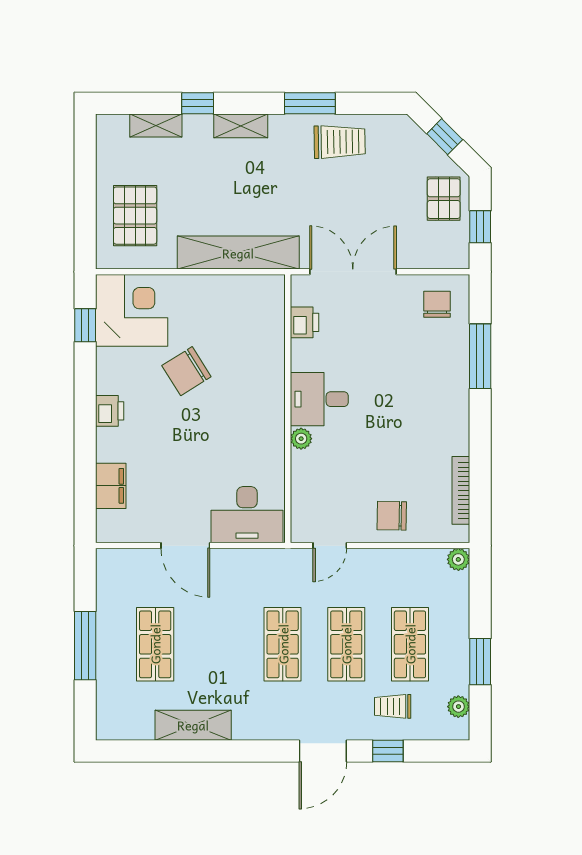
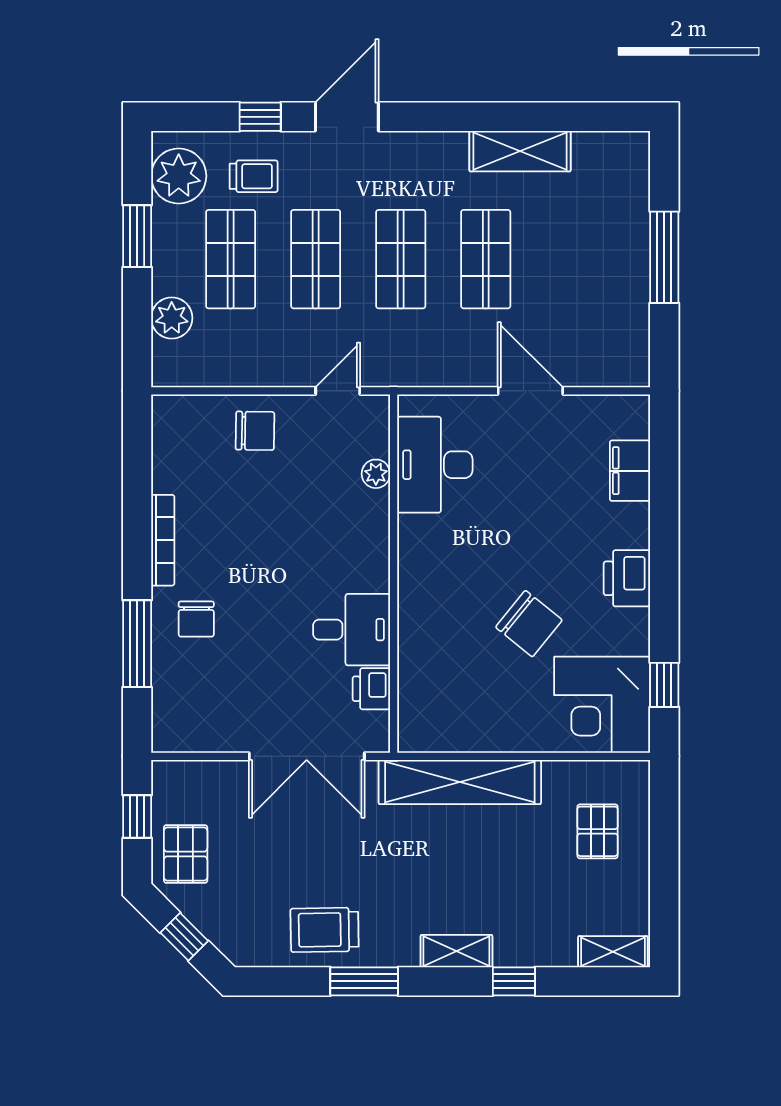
shelving: (156, 125) -> (613, 952), moved
pallet: (135, 216) -> (598, 831), width x0.67, depth x0.71
chair: (437, 304) -> (196, 619), moved
chair: (186, 371) -> (529, 624), turned 71
desk: (319, 399) -> (352, 630), moved
printer: (110, 411) -> (627, 578), width x1.36, depth x1.24
plant: (301, 439) -> (376, 474), moved
bookcase: (461, 490) -> (163, 540), moved
desk: (247, 515) -> (435, 465), moved, turned -90
plant: (458, 559) -> (172, 318), moved, width x1.38, depth x1.38
shop shelf: (155, 644) -> (486, 259), moved
plant: (458, 707) -> (179, 176), width x1.88, depth x1.88

